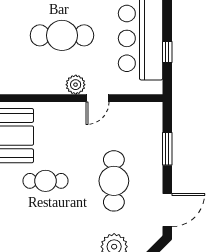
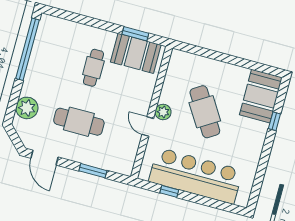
cafe table: (62, 35) -> (205, 112), turned -32

